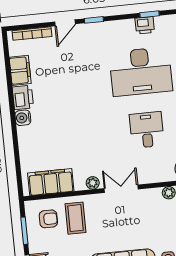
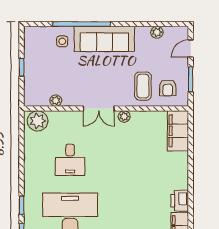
water cooler: (23, 118) -> (182, 182), removed
filing cabinet: (51, 182) -> (178, 131), moved, turned 90
armchair: (48, 219) -> (168, 88), turned -90

